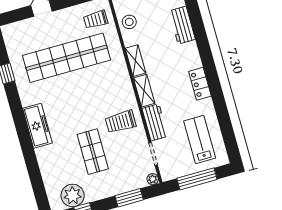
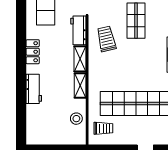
workbench: (182, 25) -> (34, 89), moved
trolley: (121, 122) -> (106, 39), turned -103

